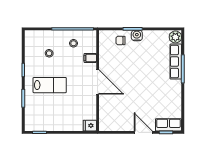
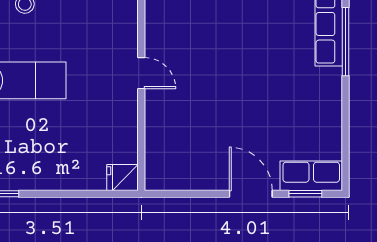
filing cabinet: (90, 58) -> (123, 16), removed
door: (98, 82) -> (141, 73), width x0.53

